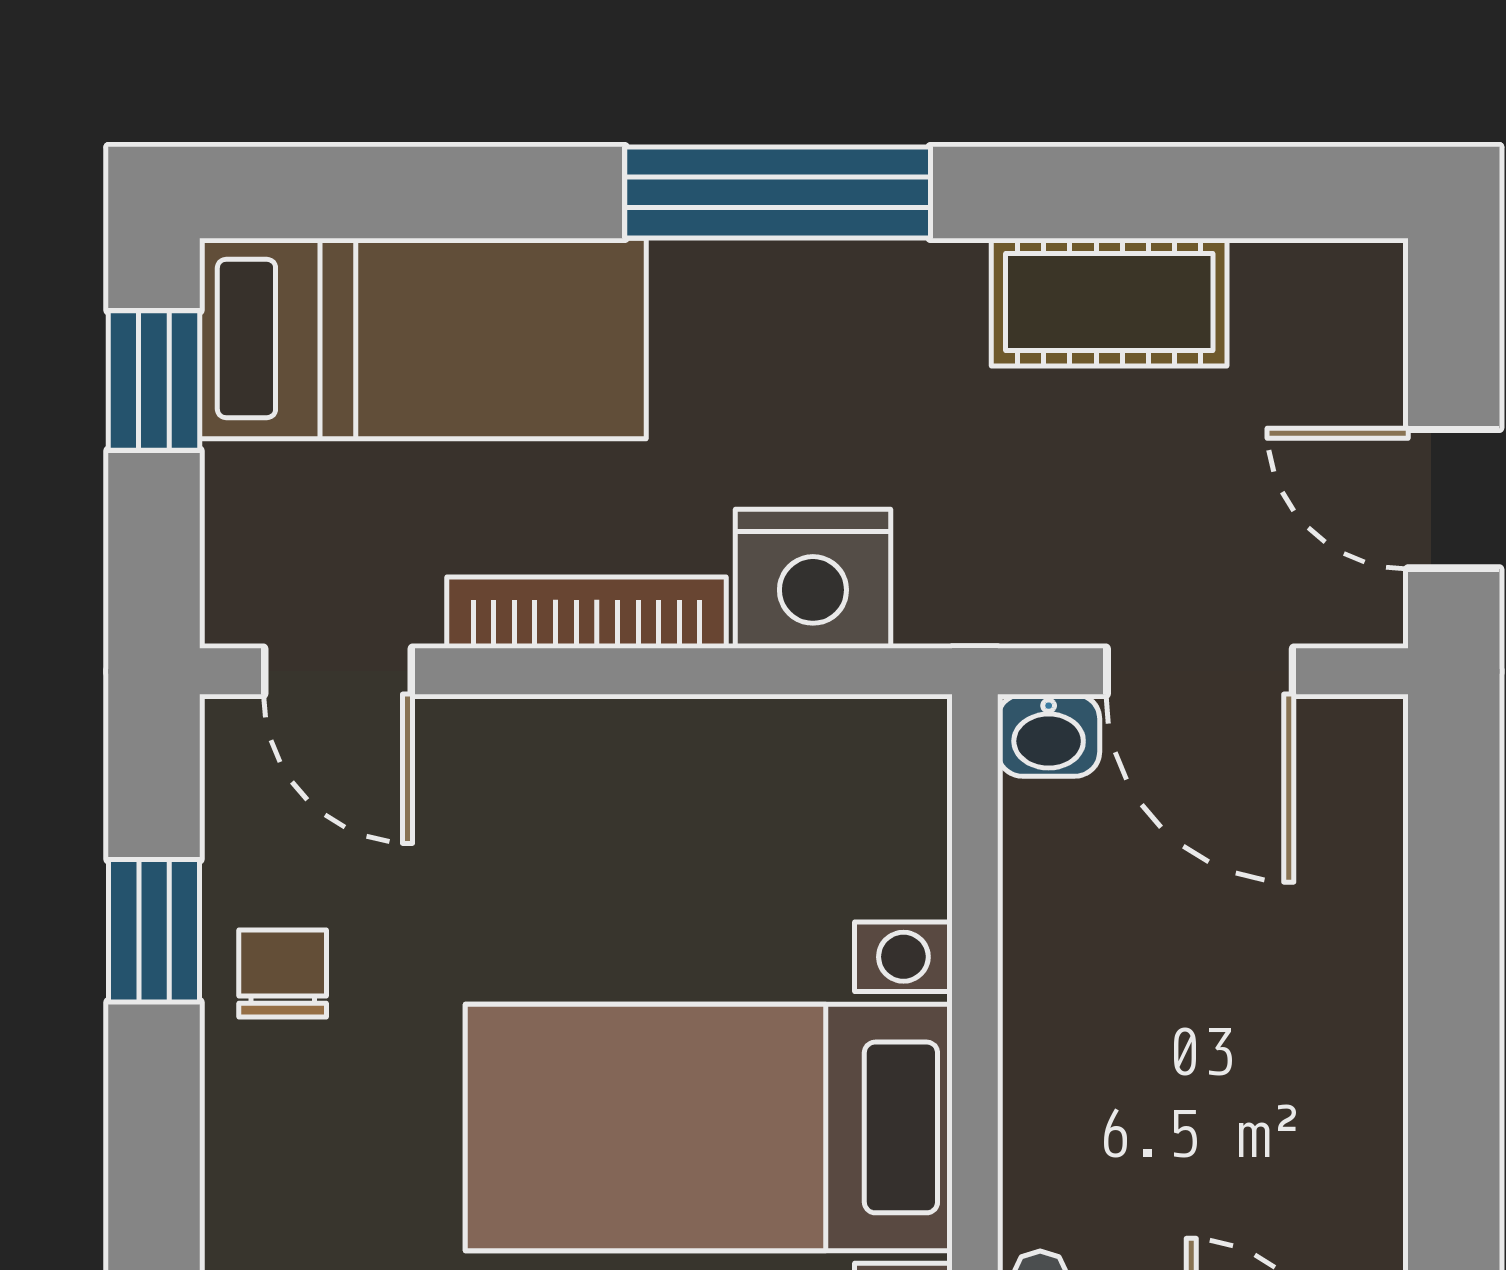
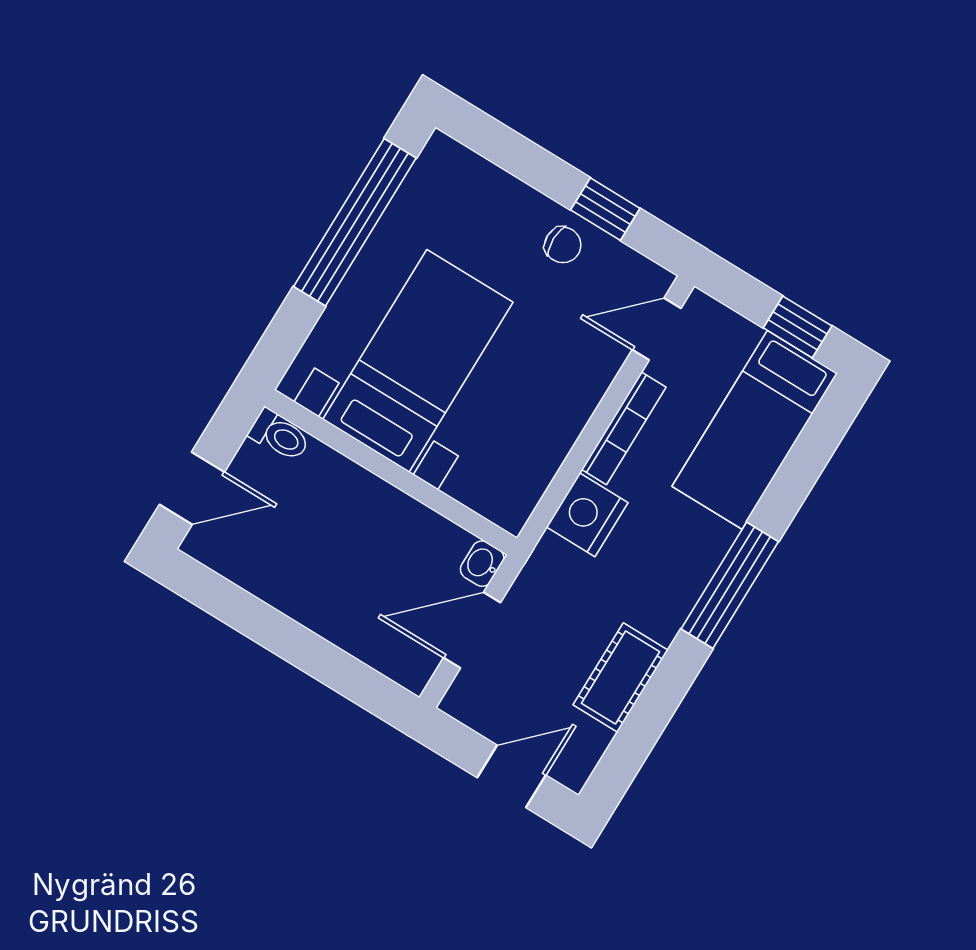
door: (1454, 499) -> (512, 776), moved

